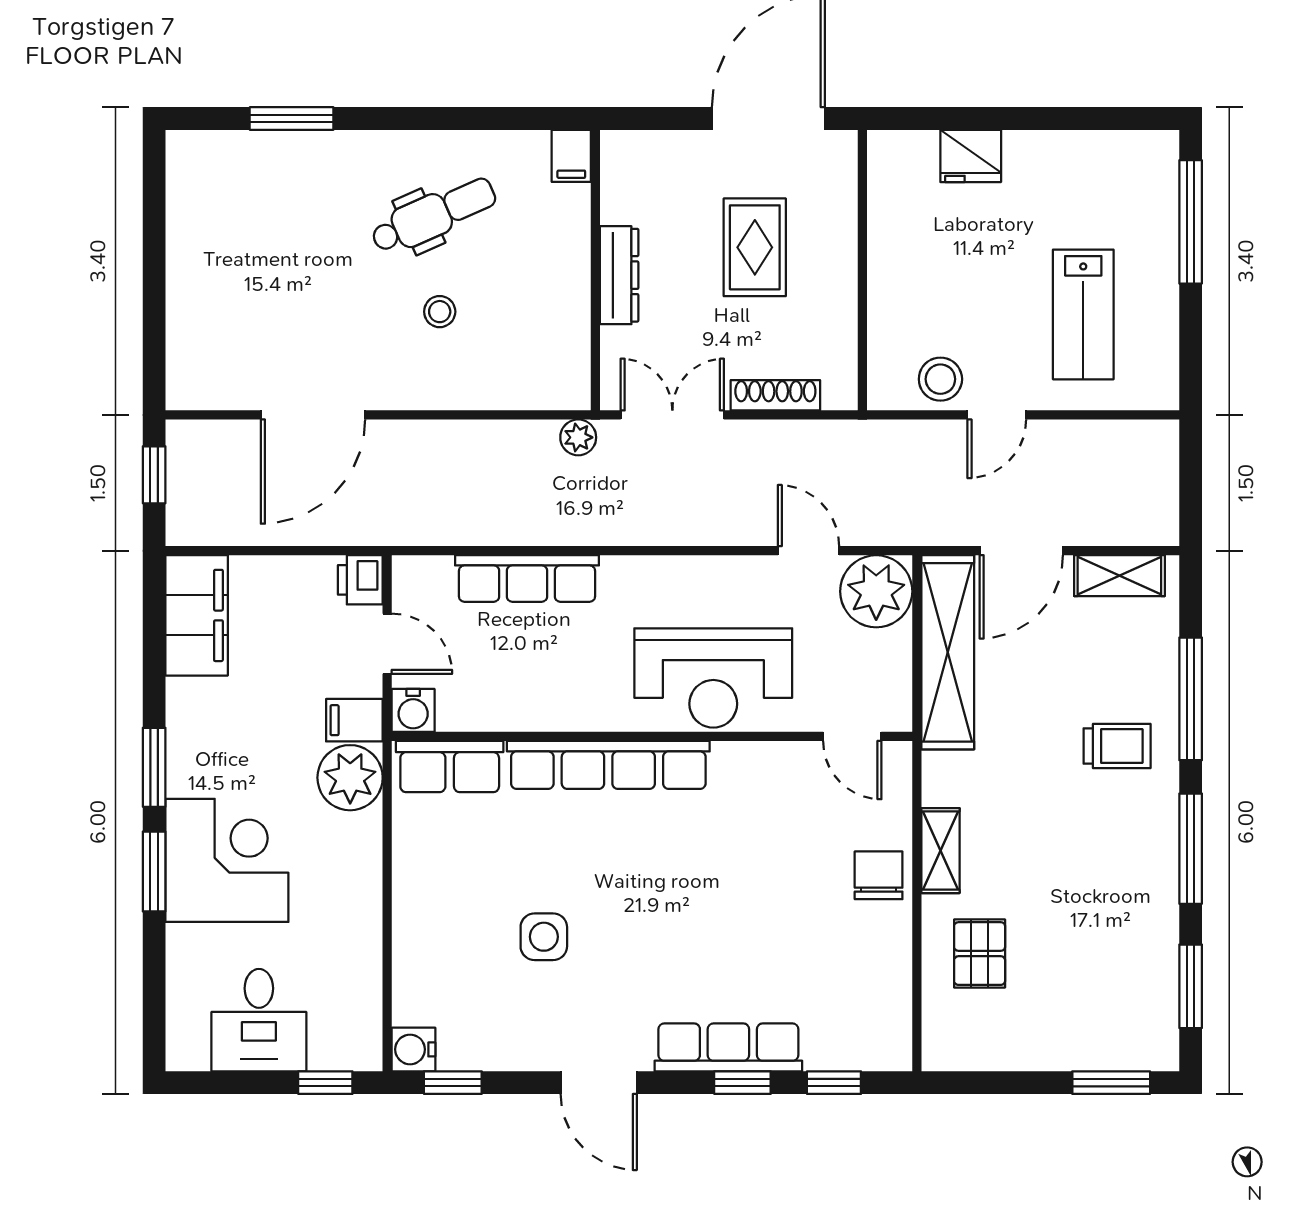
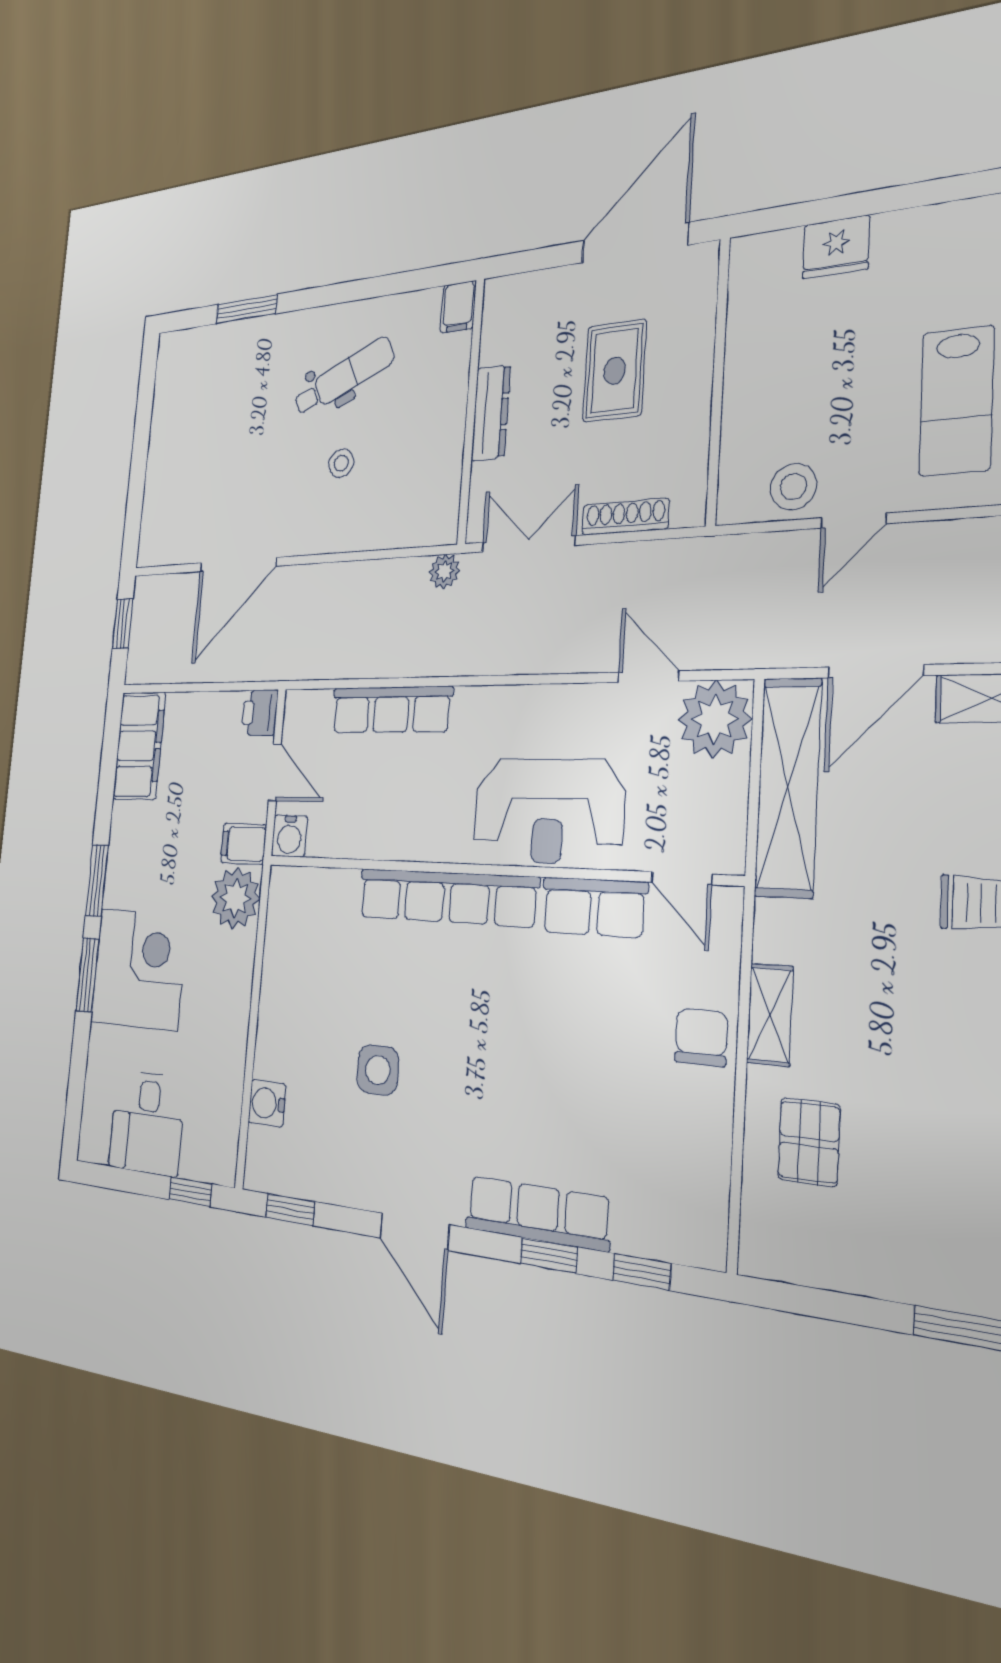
row of seats: (450, 767) -> (594, 907), moved
water cooler: (414, 1049) -> (267, 1103), moved

